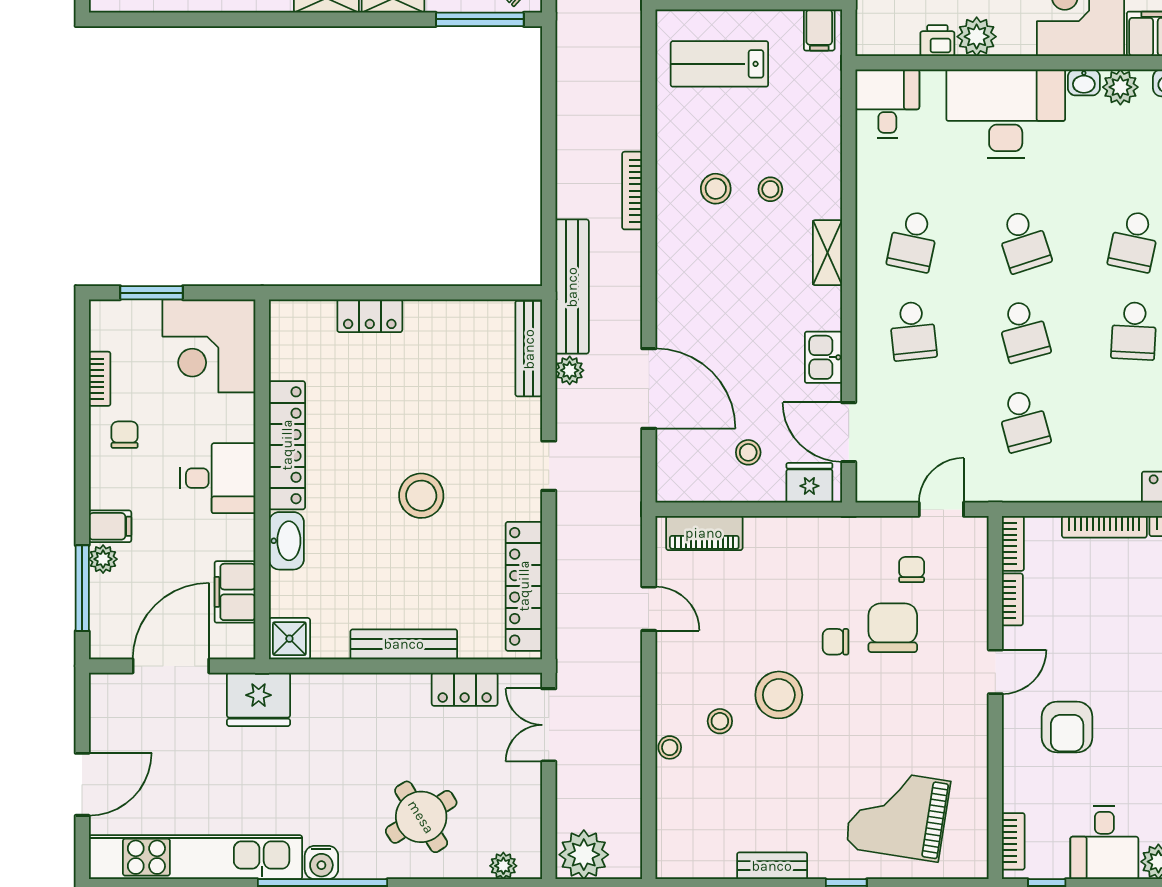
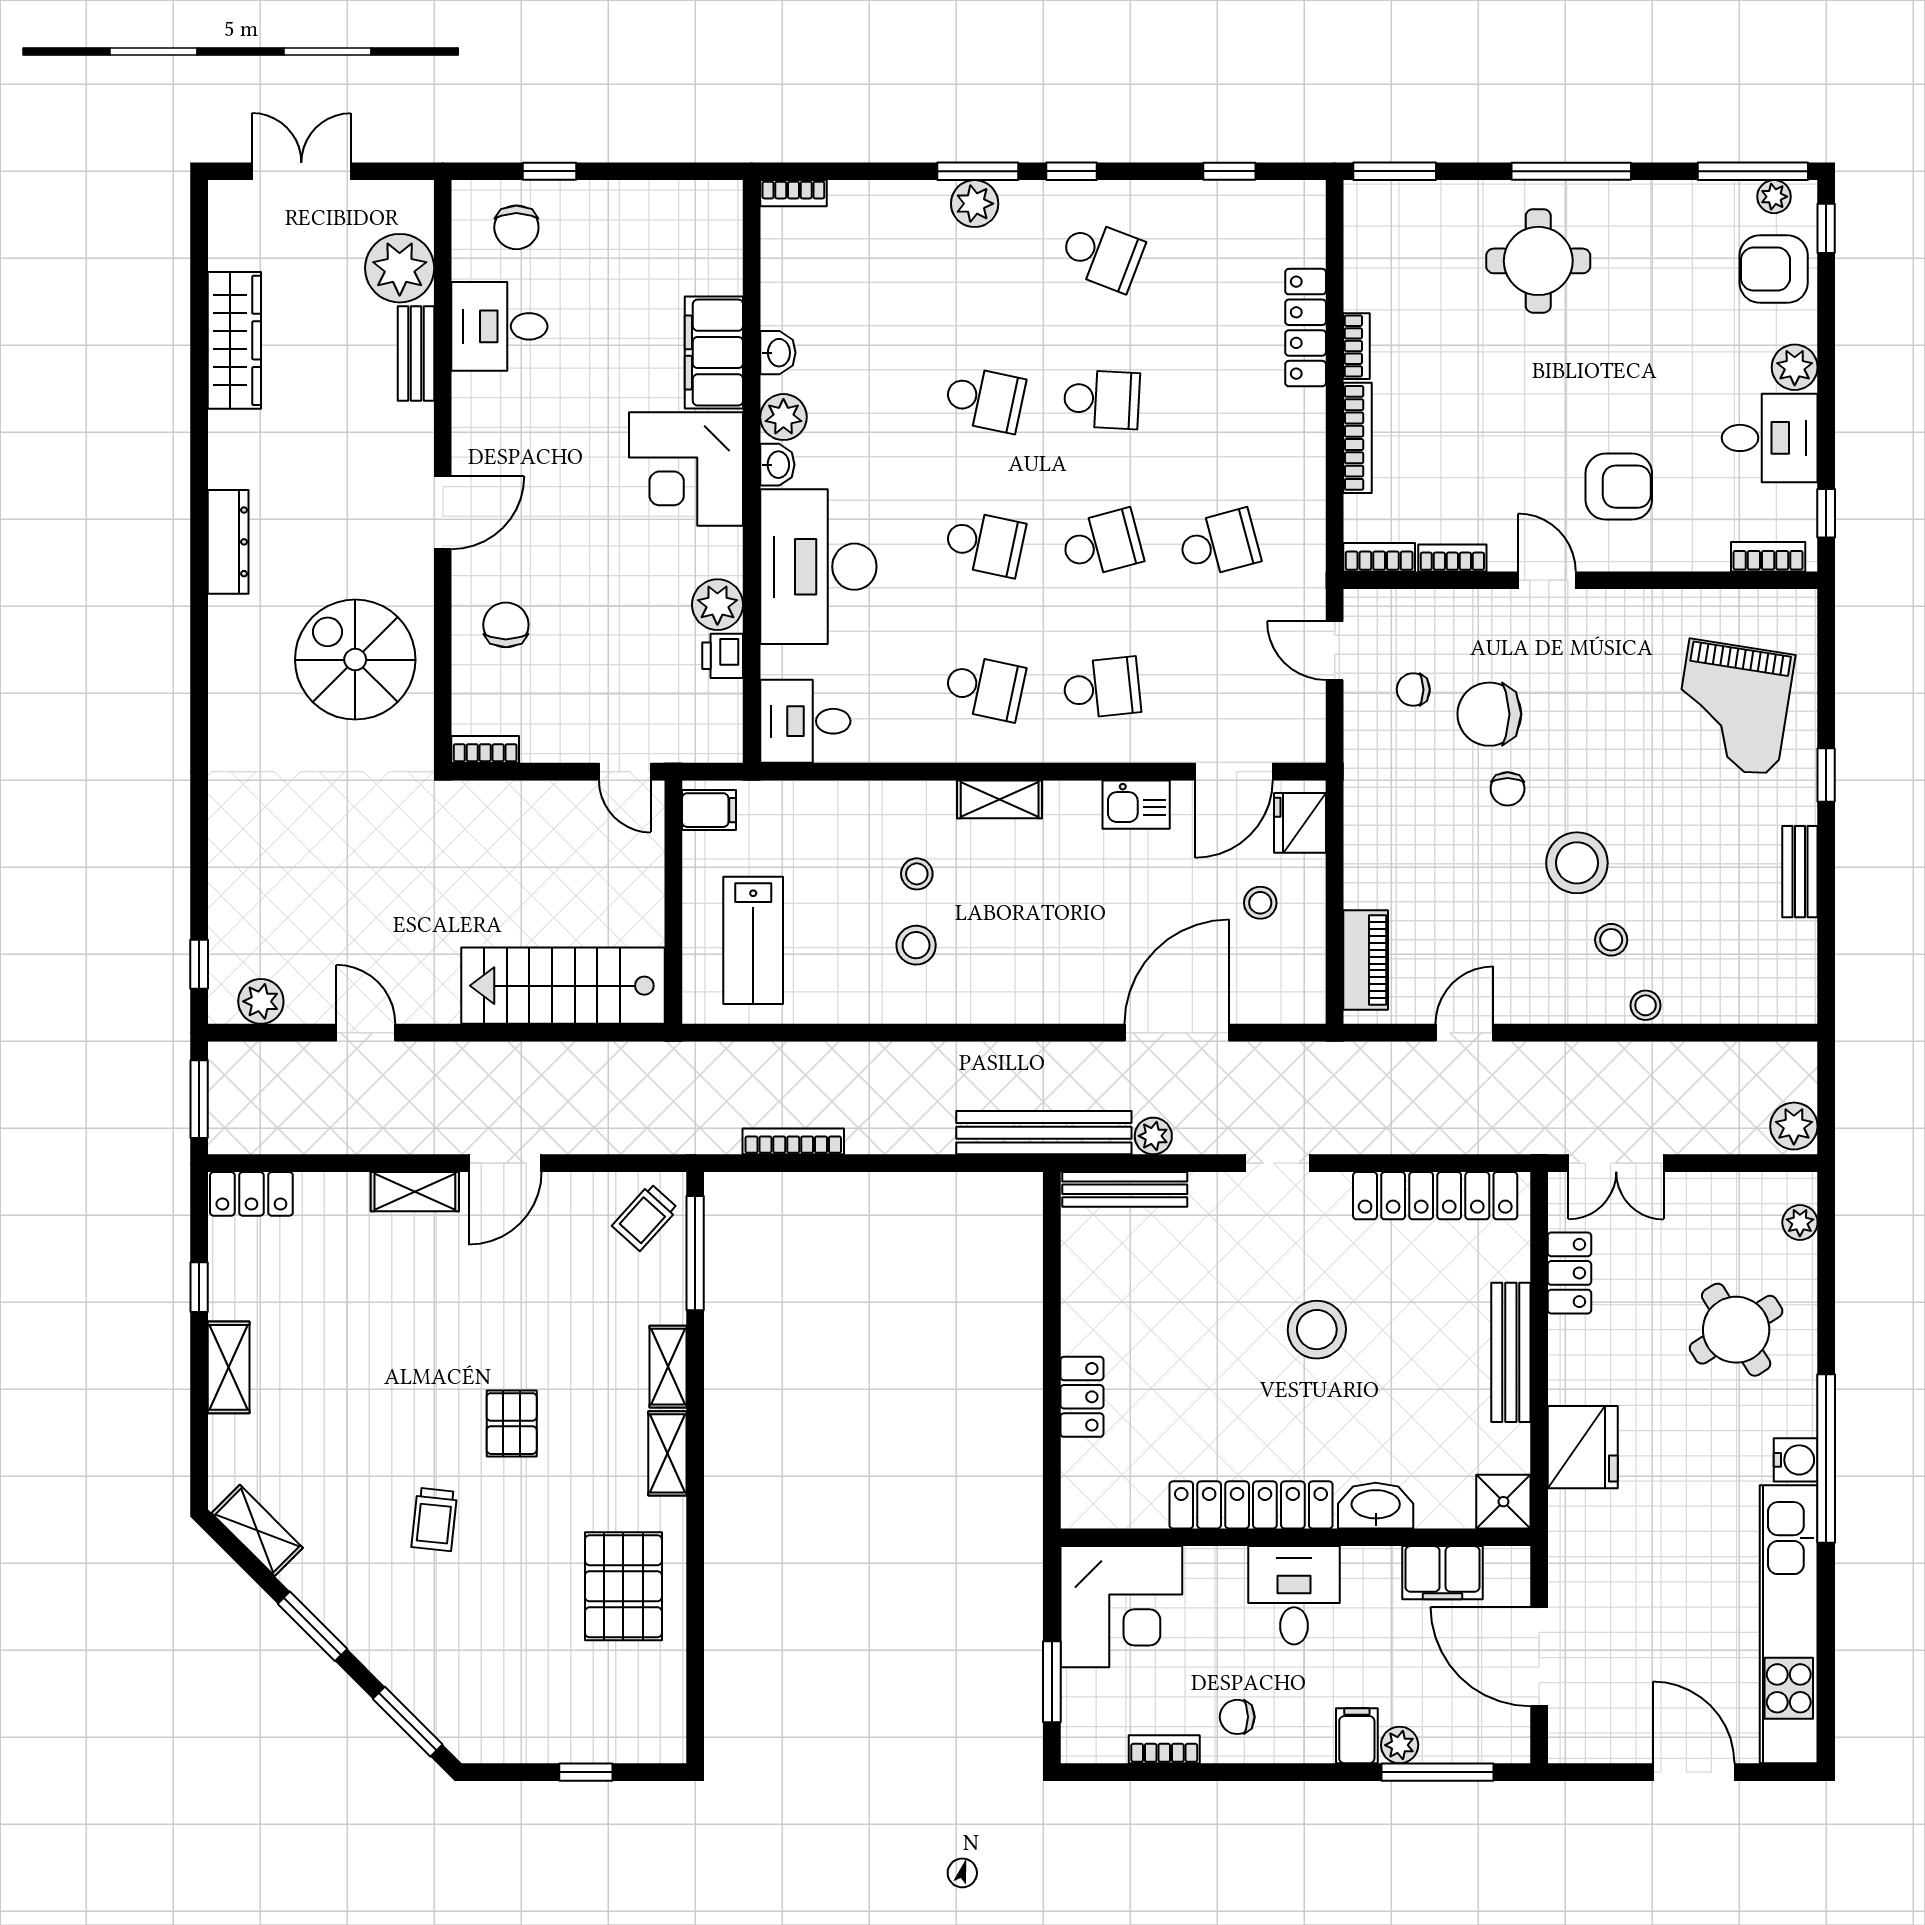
bookcase: (632, 191) -> (793, 1141), moved, turned 180
school desk: (1023, 241) -> (985, 544), turned 30
fridge: (259, 699) -> (1583, 1447), moved
plant: (584, 855) -> (1794, 1126), width x0.73, depth x0.73

